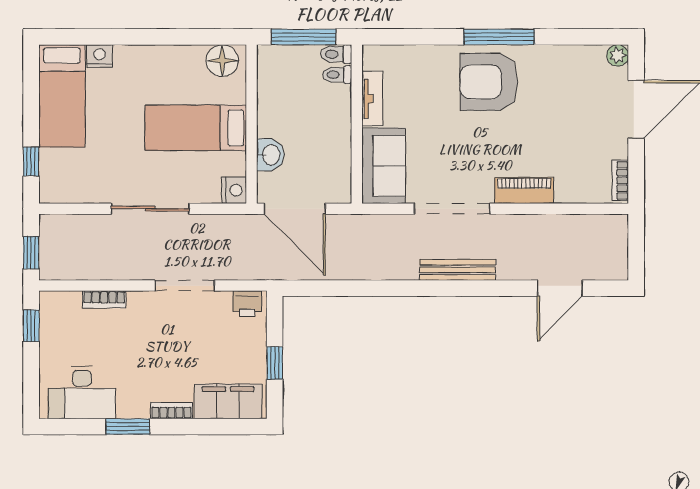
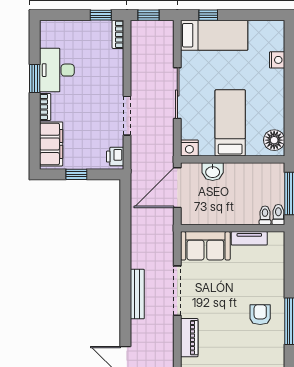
armchair: (489, 82) -> (260, 315), width x0.53, depth x0.53
bed: (62, 96) -> (214, 35), moved, turned 180
bookcase: (104, 299) -> (118, 34), moved
desk: (82, 393) -> (57, 70), moved

